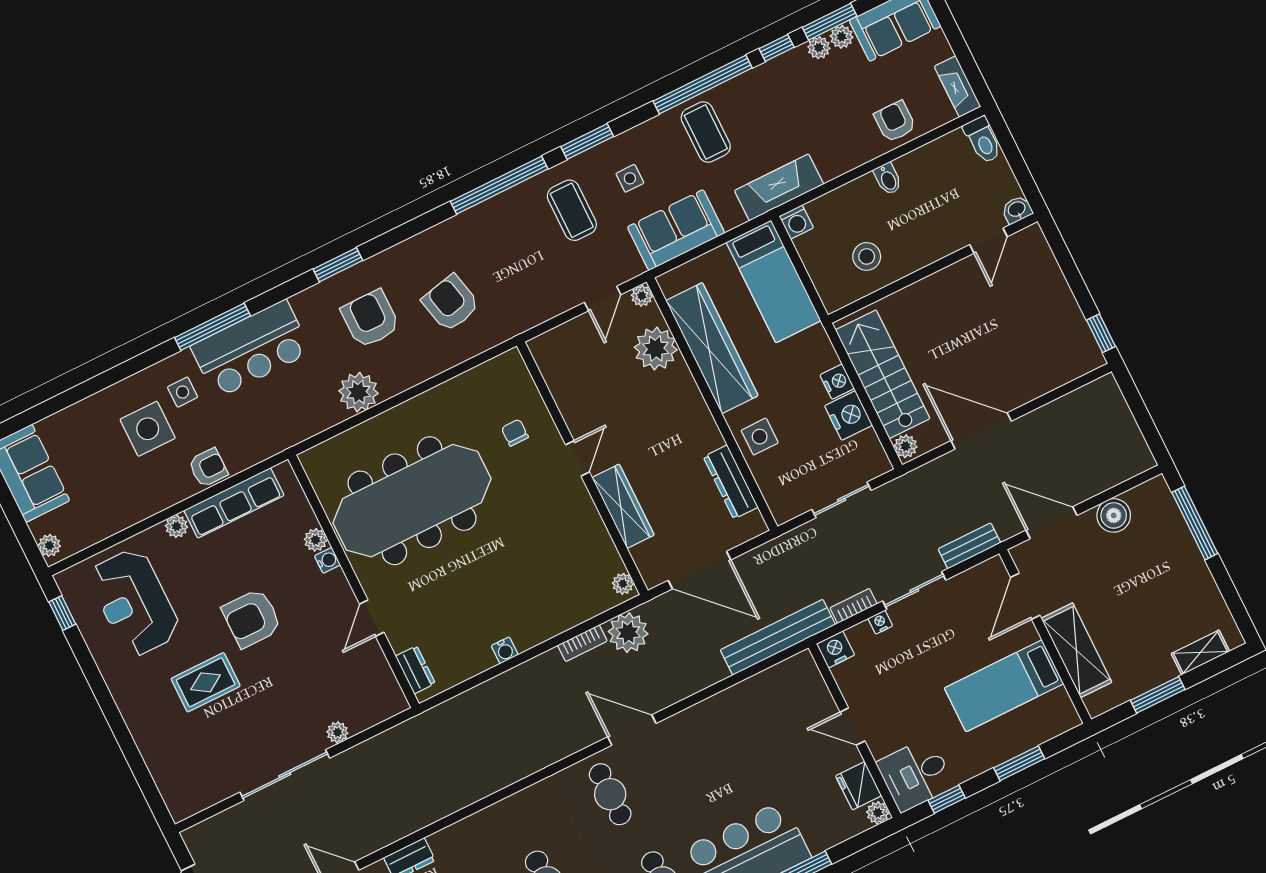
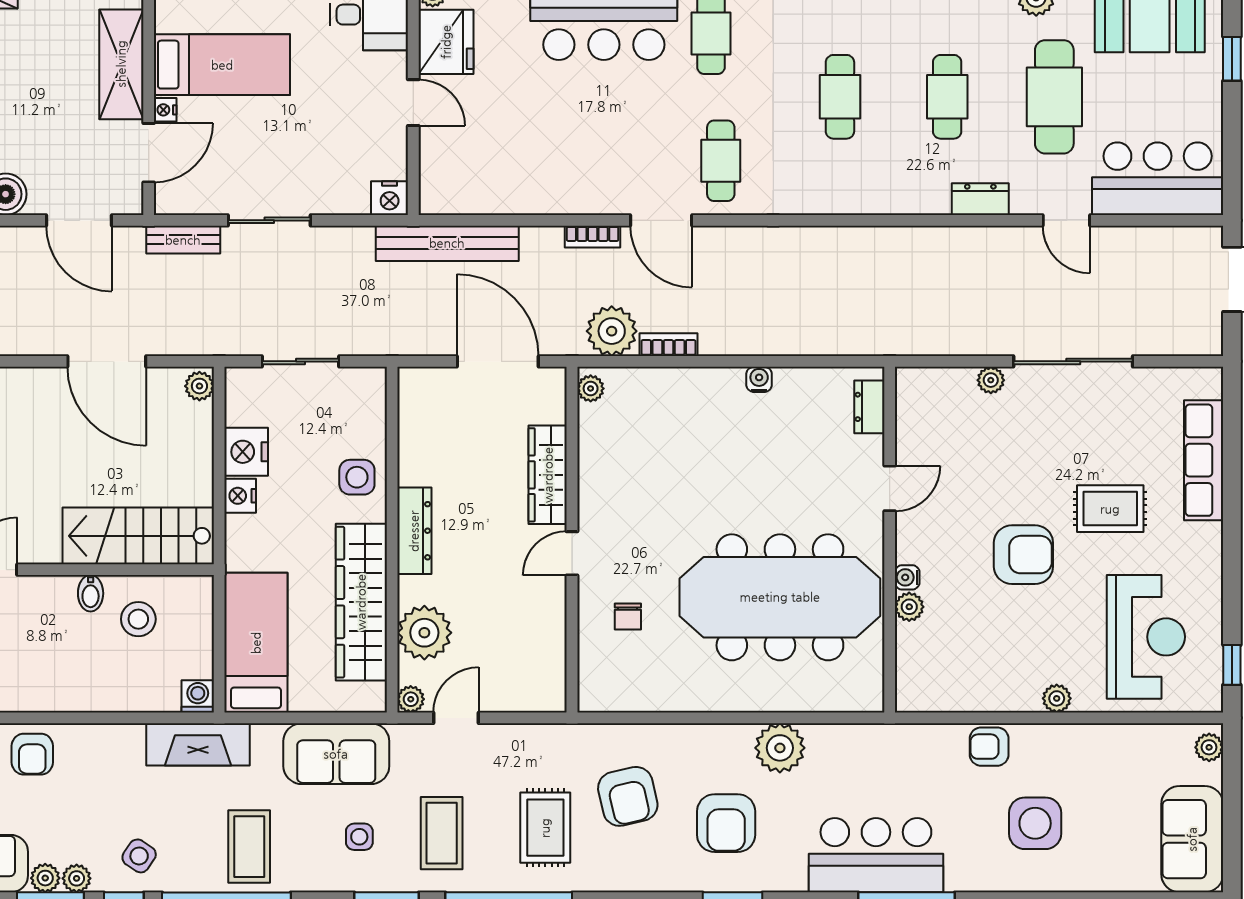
bidet: (888, 179) -> (91, 593), moved, turned 180
rug: (499, 251) -> (545, 828), added
stairs: (883, 374) -> (138, 536), moved, turned 90
side table: (183, 392) -> (139, 856), moved, turned 34
dresser: (731, 482) -> (414, 531), moved
row of seats: (234, 503) -> (1204, 460), moved, turned -90
bookcase: (854, 606) -> (593, 237), moved
nightstand: (880, 622) -> (165, 110), moved, turned 90
fridge: (859, 786) -> (446, 42), width x1.36, depth x1.34

